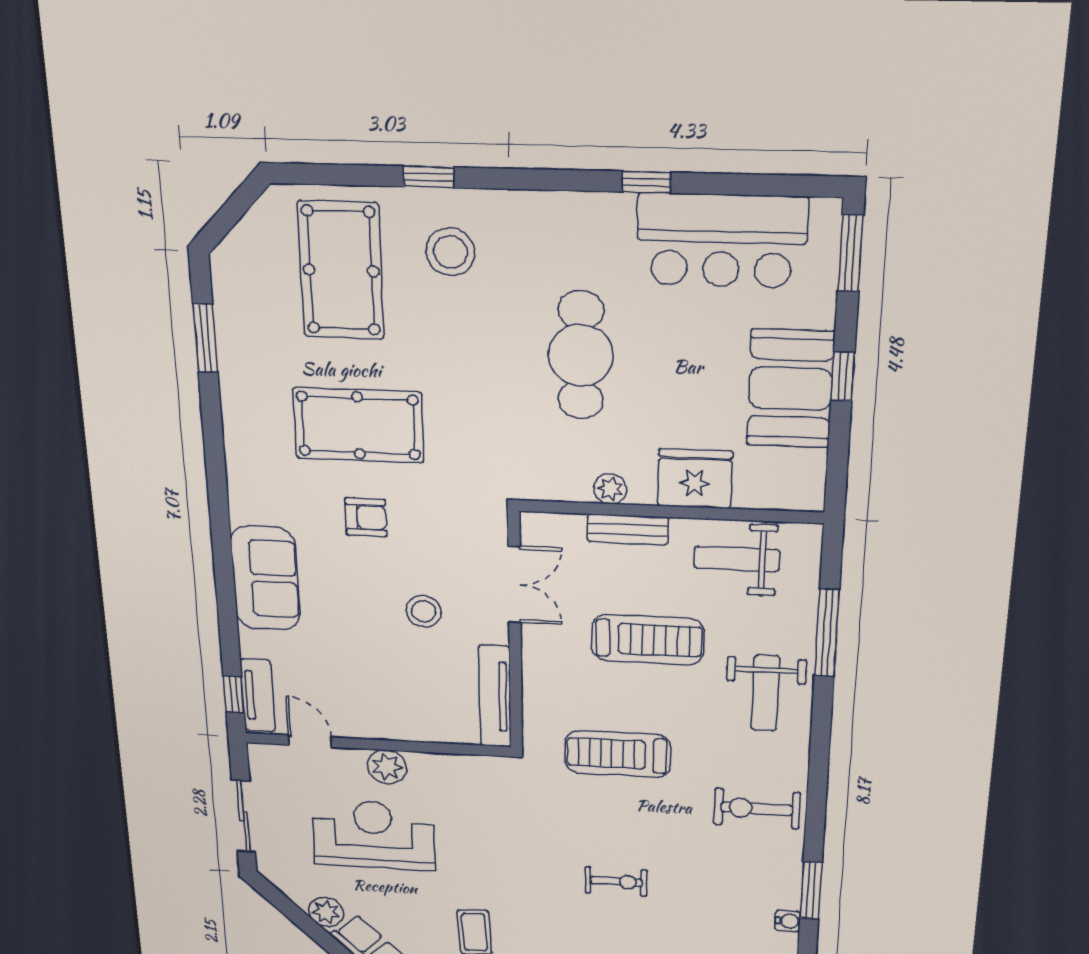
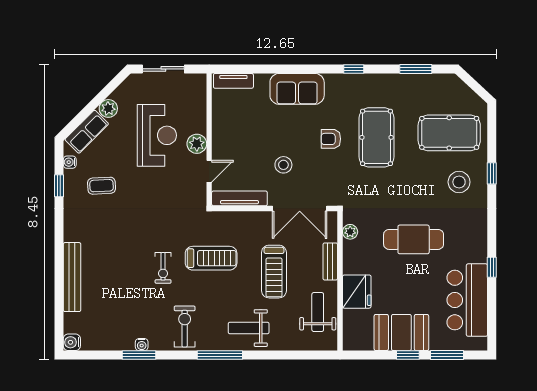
window: (850, 253) -> (447, 355), moved
plant: (610, 489) -> (350, 232), moved
armchair: (366, 517) -> (331, 139), turned 90
double door: (514, 585) -> (300, 209), width x1.37
window: (827, 633) -> (220, 355), moved
window: (234, 694) -> (354, 69), moved
door: (310, 741) -> (209, 171), moved
treadmill: (618, 754) -> (211, 258), turned 90
exercise bike: (616, 882) -> (163, 268), moved
water cooler: (788, 921) -> (142, 345), moved

